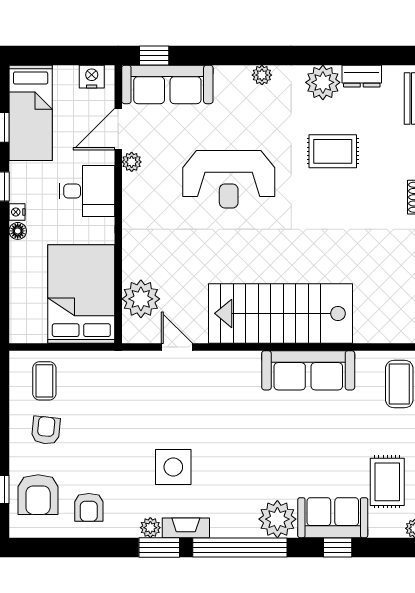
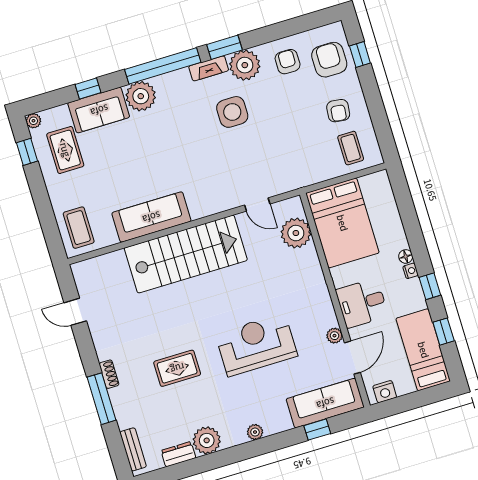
window: (154, 55) -> (317, 430), moved
rug: (333, 151) -> (177, 368), moved
plant: (150, 528) -> (245, 65), width x1.88, depth x1.88

